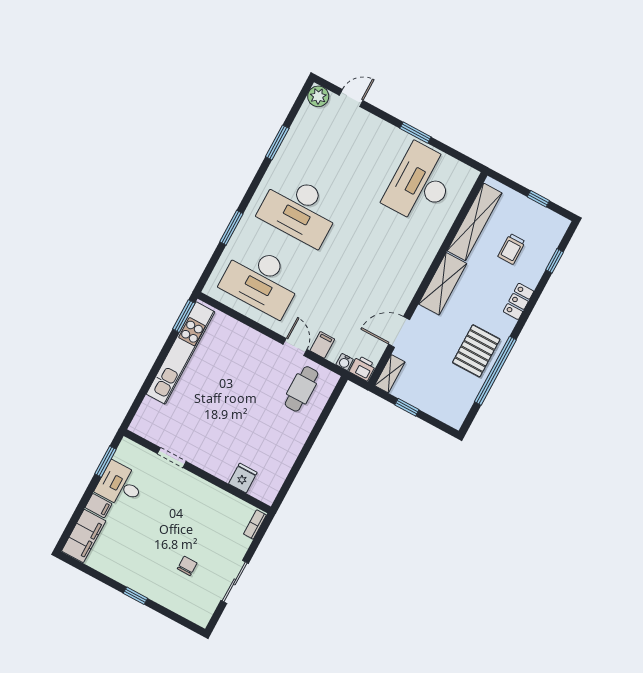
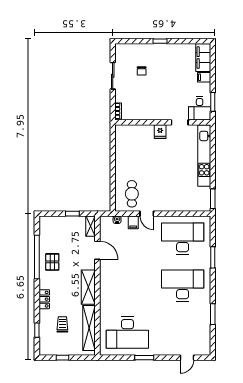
plant: (318, 96) -> (204, 349), removed
desk: (420, 184) -> (127, 333), turned 90
door: (399, 332) -> (97, 250), hinge flipped
pallet: (476, 351) -> (52, 262), width x0.67, depth x0.71
kitchen unit: (181, 353) -> (204, 156), moved
printer: (362, 368) -> (106, 221), removed
fridge: (243, 478) -> (160, 132), moved
desk: (120, 485) -> (200, 108), moved, turned 90

